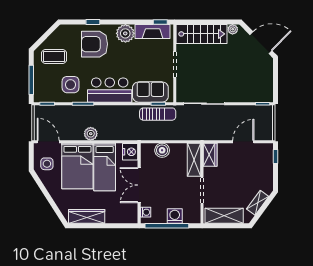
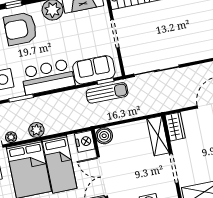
plant: (68, 135) -> (11, 137), added
boiler: (162, 150) -> (104, 136), moved

